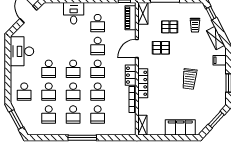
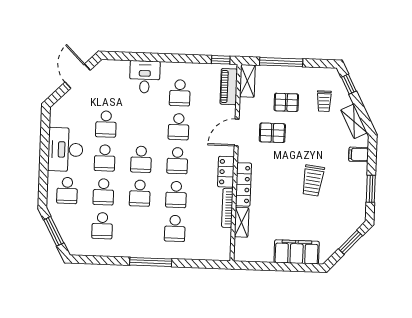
desk: (22, 51) -> (65, 150), moved
school desk: (73, 114) -> (106, 124), moved
shelving: (142, 125) -> (242, 222), moved

